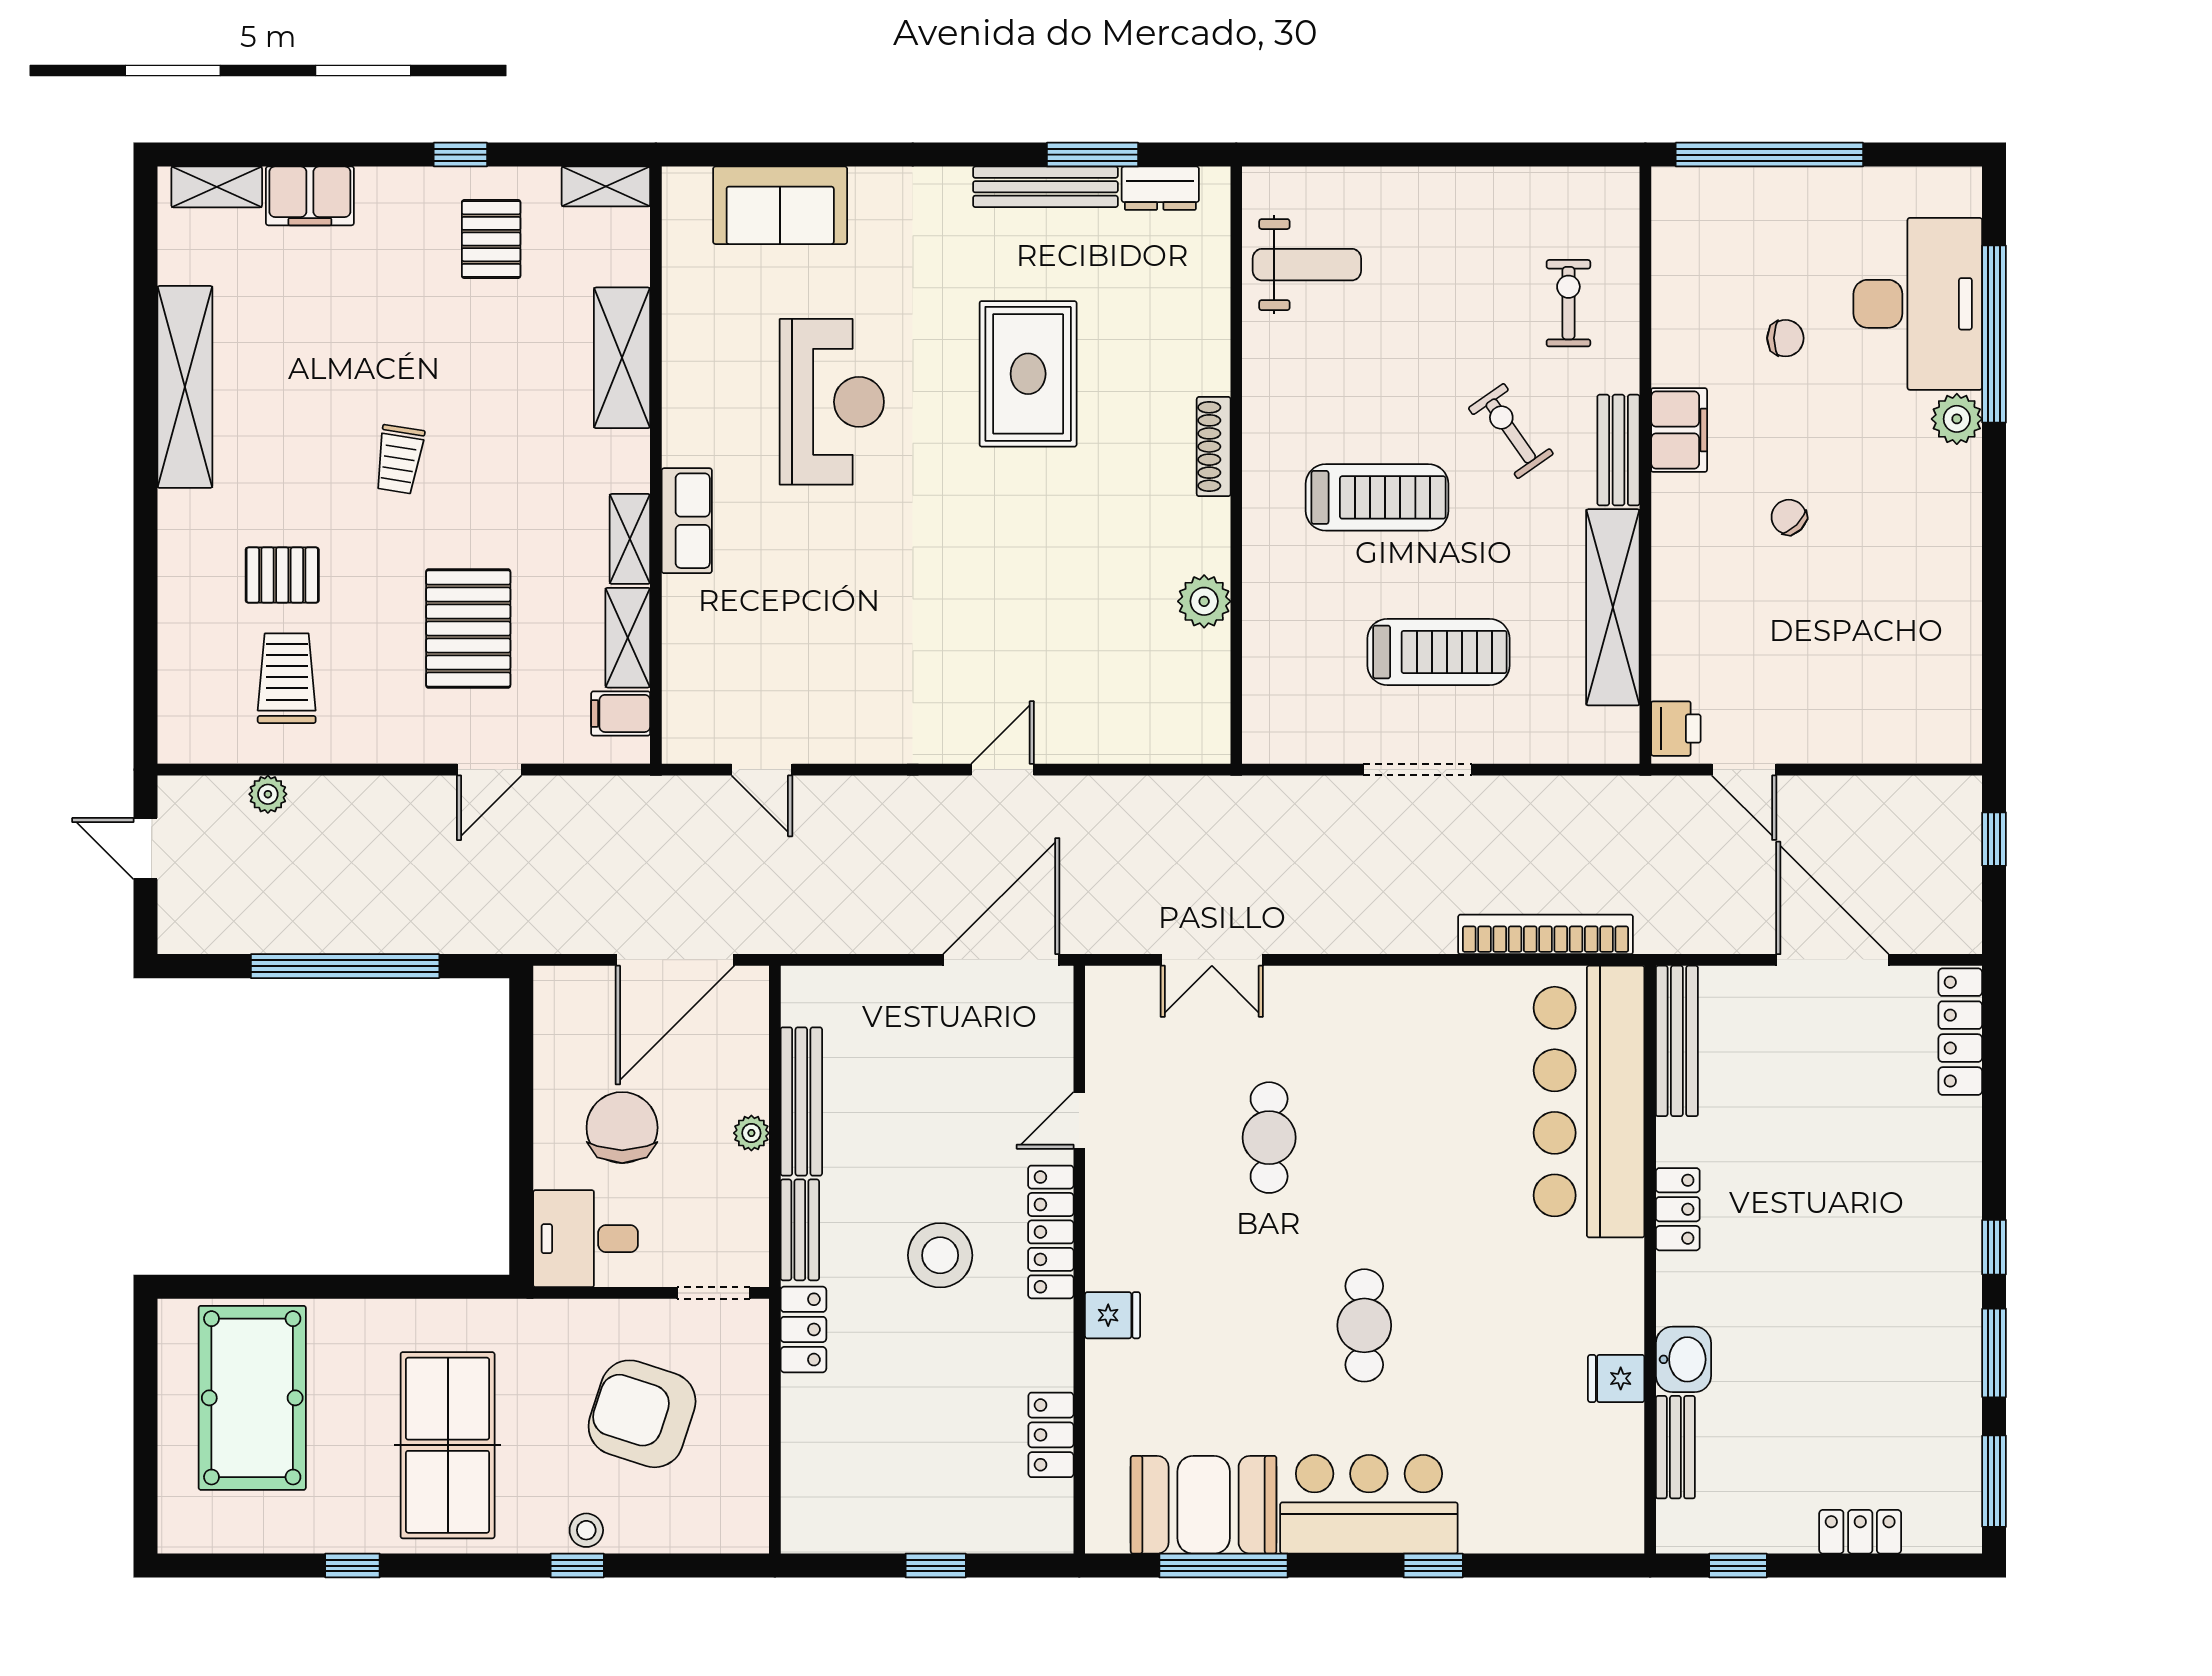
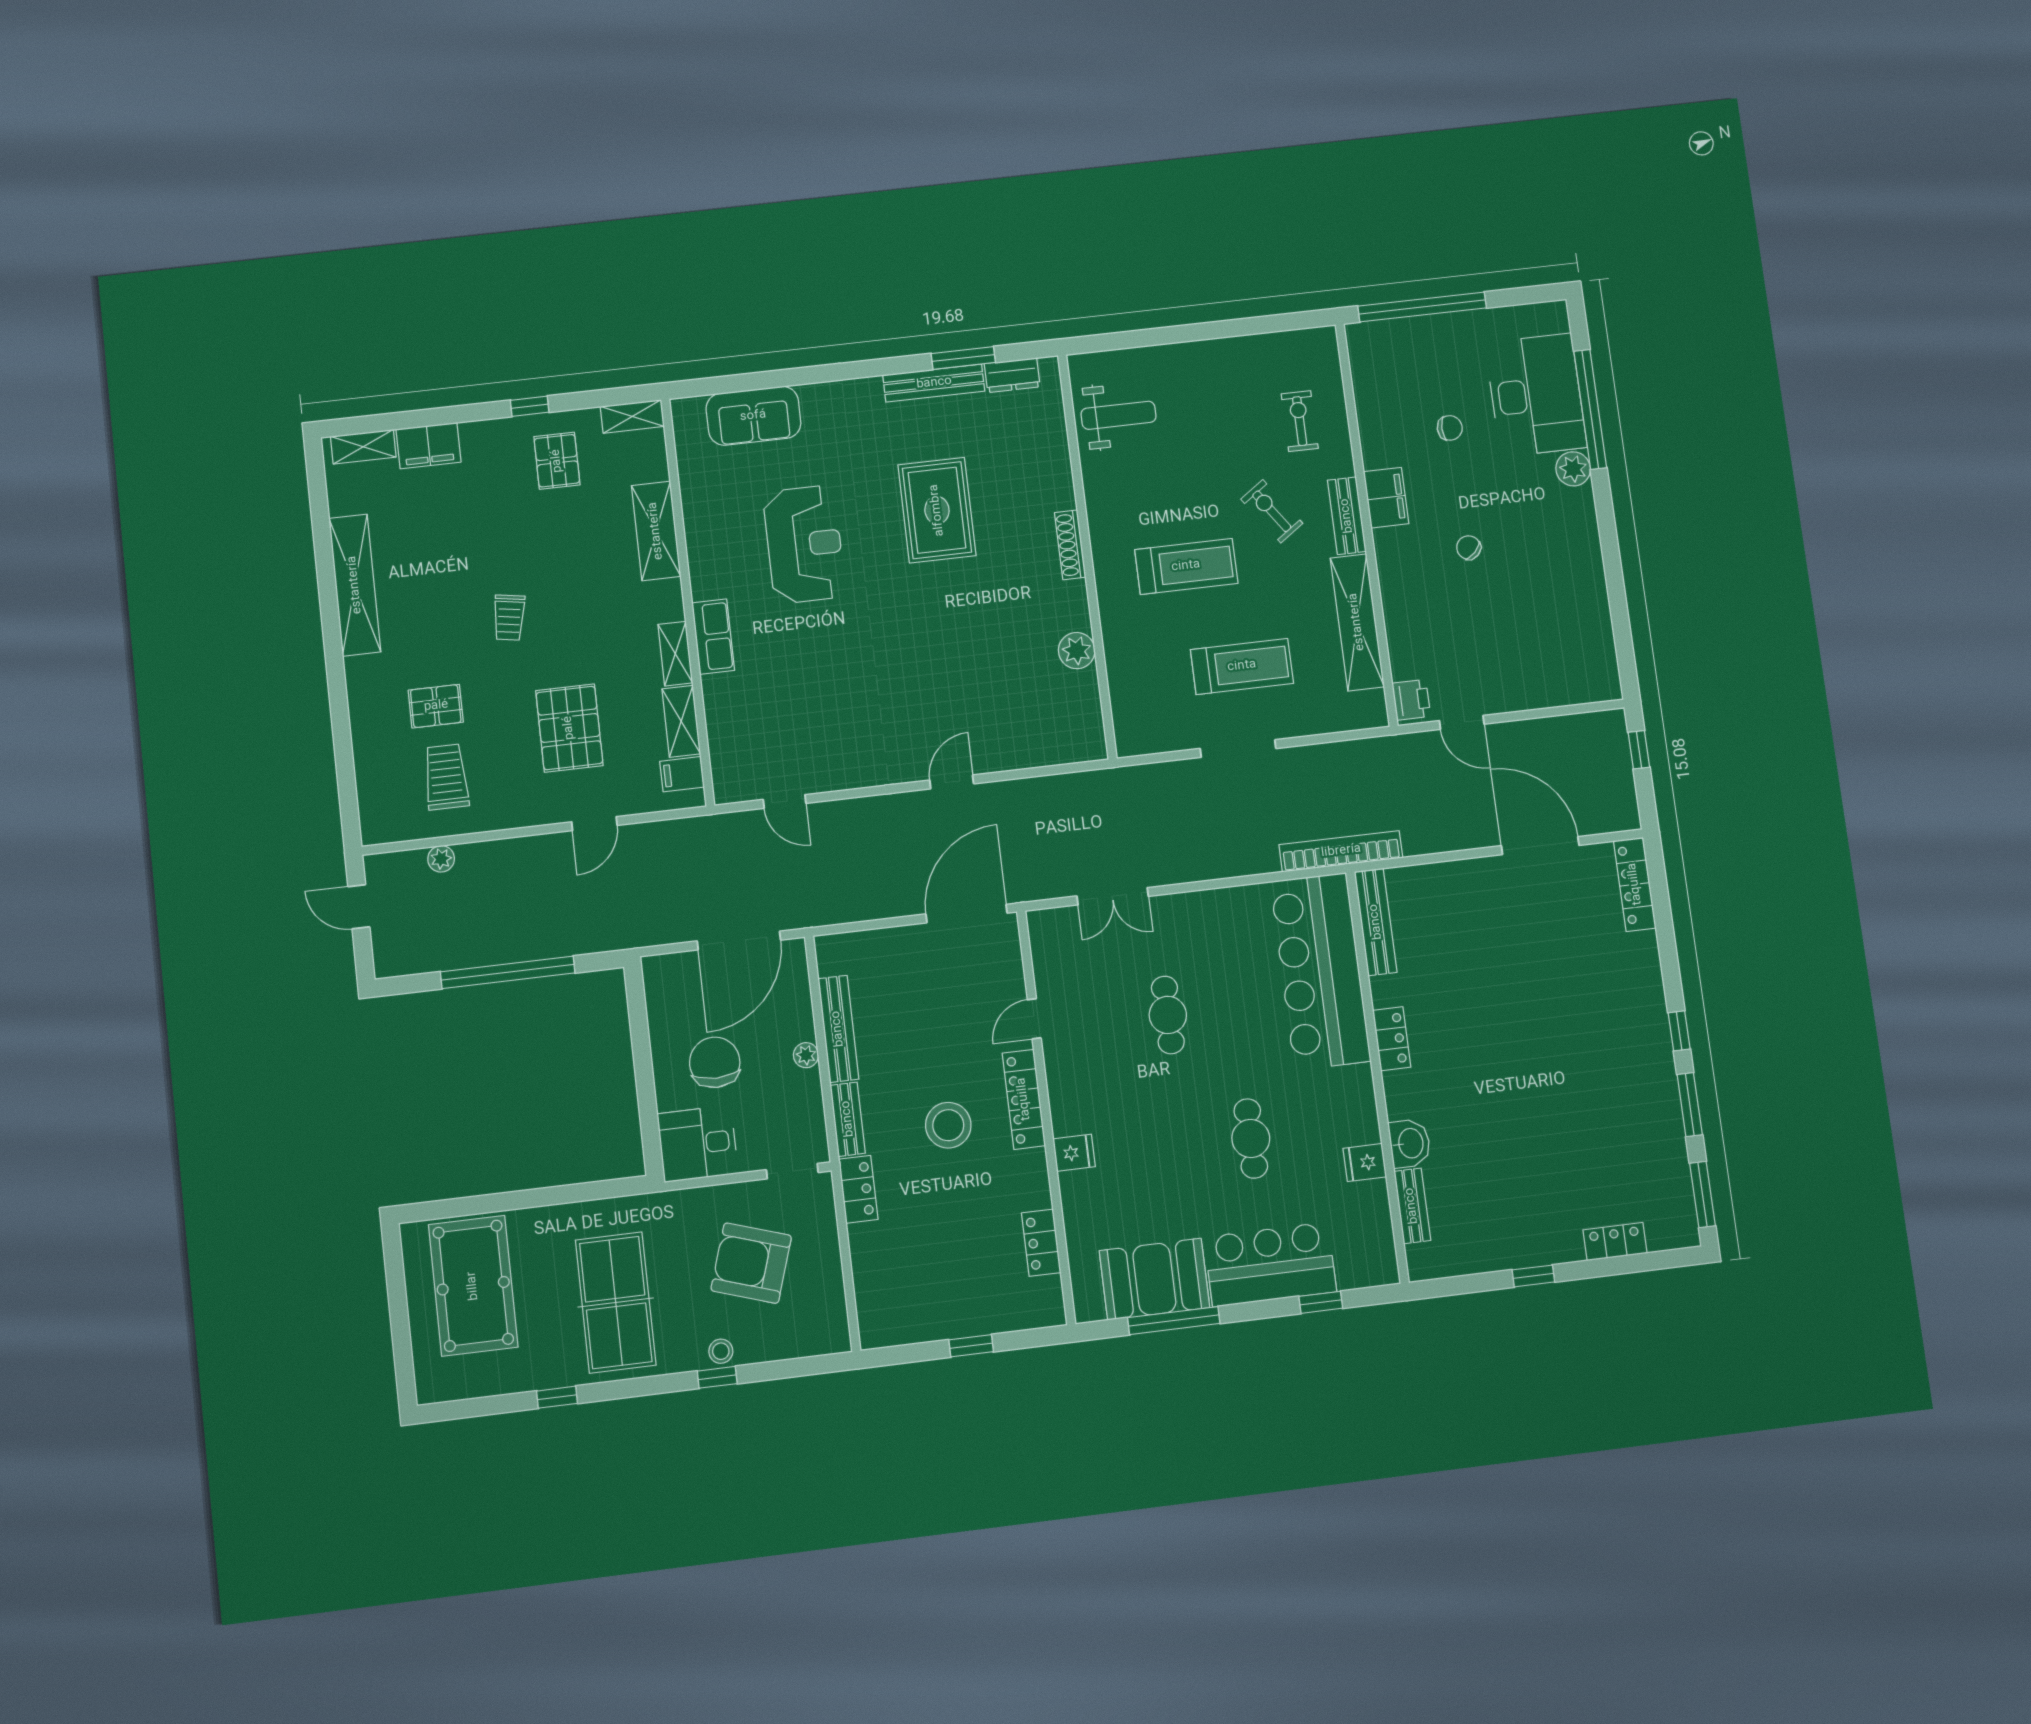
bench: (1677, 1041) -> (1376, 922), moved
bar counter: (1589, 1102) -> (1320, 971), moved
locker: (1678, 1209) -> (1392, 1039), moved
wall: (1650, 1260) -> (1377, 1076), moved
washbasin: (1683, 1359) -> (1410, 1143), moved
fridge: (1616, 1378) -> (1365, 1163), moved
bench: (1675, 1447) -> (1412, 1206), moved

